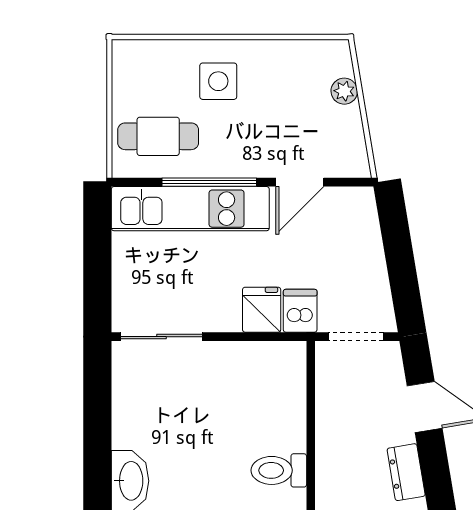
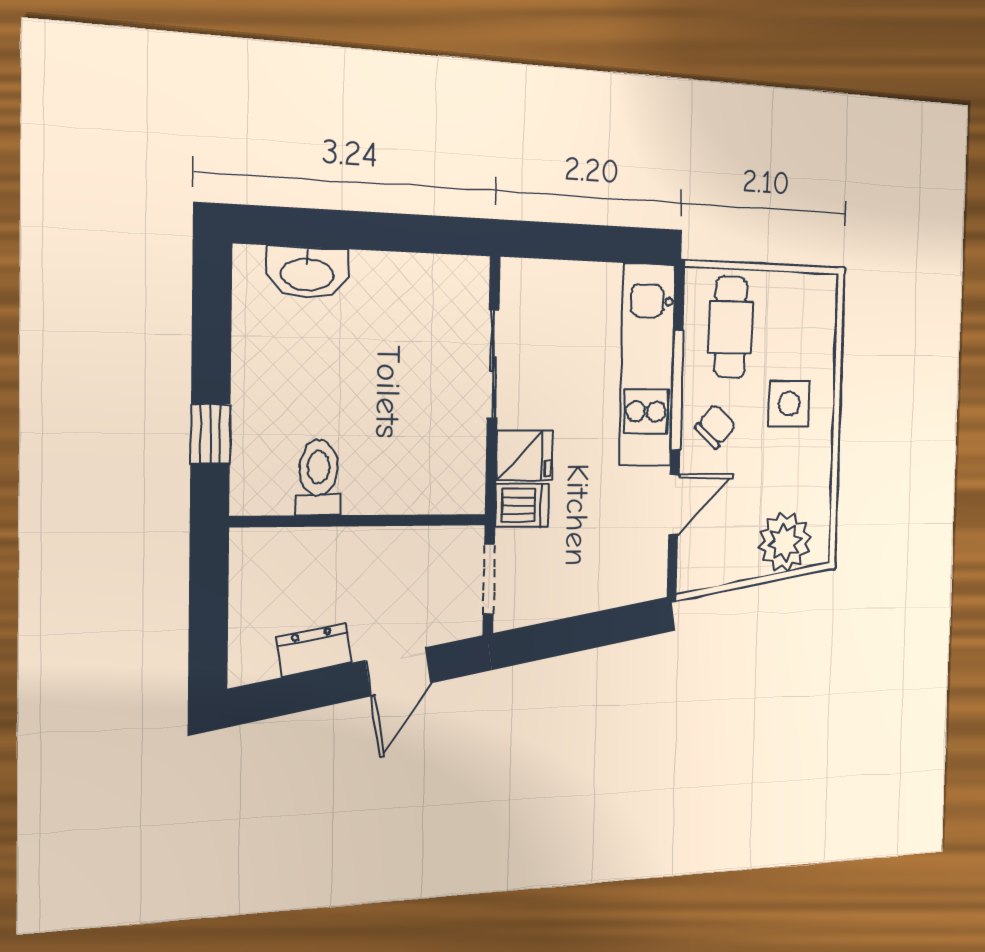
plant: (344, 91) -> (785, 542), width x1.88, depth x1.88
chair: (238, 147) -> (715, 427), added
door: (300, 182) -> (674, 504), swing flipped
sliding door: (161, 337) -> (493, 364), moved

